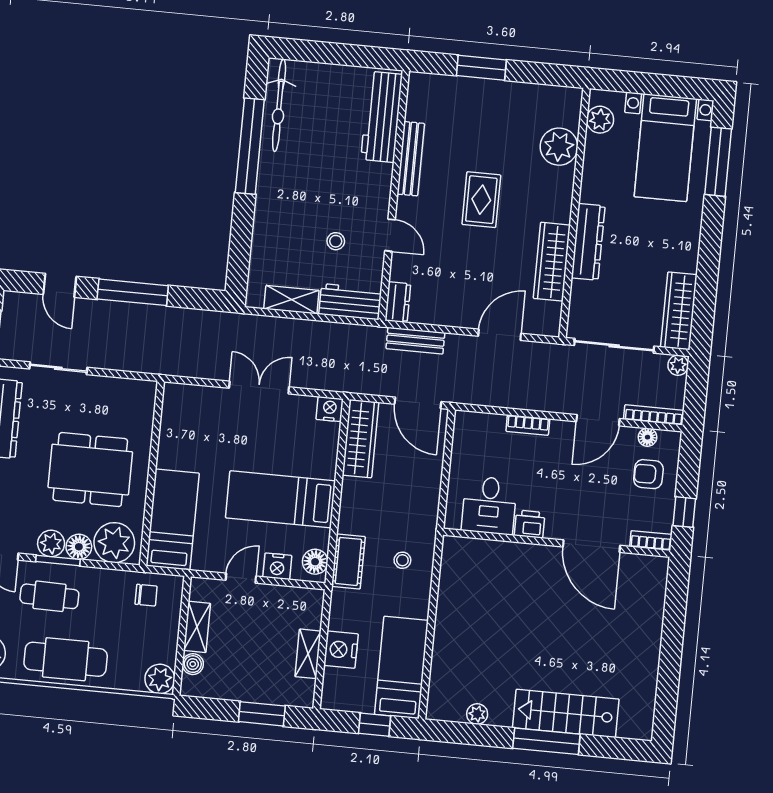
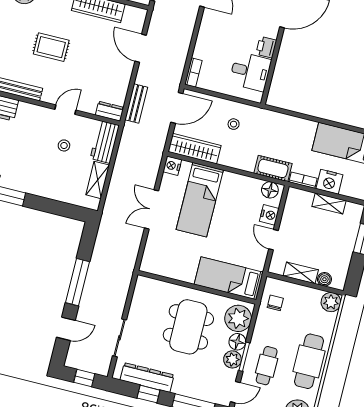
bookcase: (528, 425) -> (193, 72), moved
bed: (281, 499) -> (200, 200), moved
stool: (402, 560) -> (234, 124), moved
bookcase: (337, 609) -> (303, 180), added

